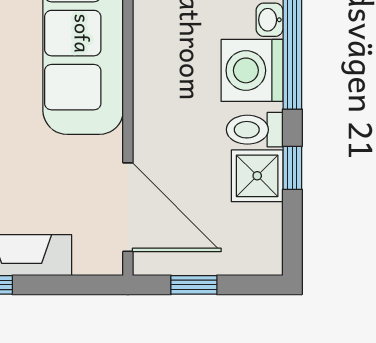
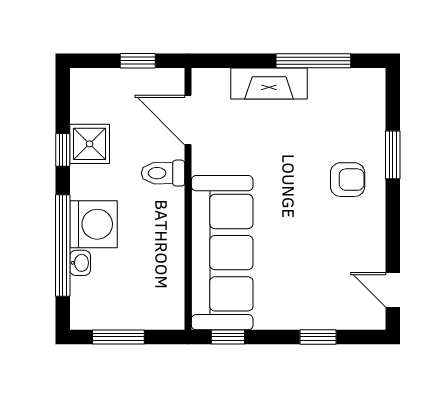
toilet: (255, 130) -> (163, 173), moved, turned 180
door: (128, 207) -> (188, 120), width x0.73

